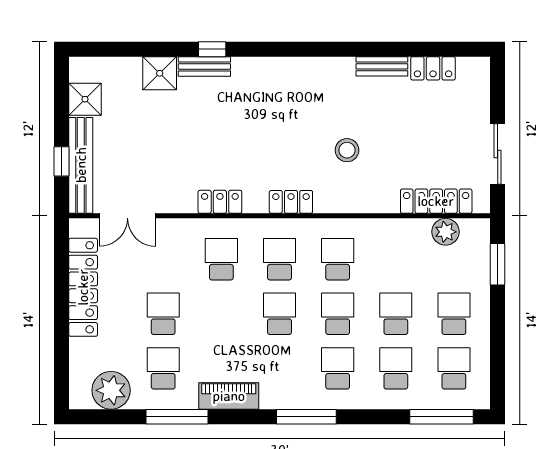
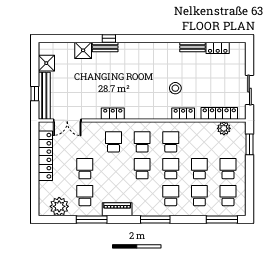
locker: (291, 202) -> (183, 114), moved

